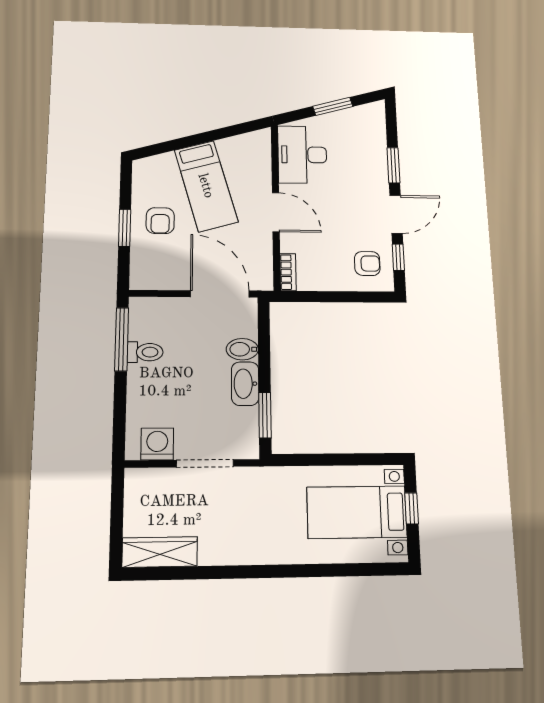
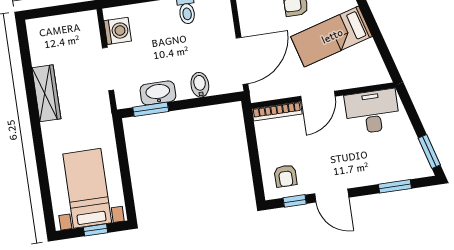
window: (333, 106) -> (429, 151), moved
window: (394, 165) -> (395, 186), moved
bookcase: (288, 272) -> (277, 111), width x1.56
washbasin: (245, 384) -> (158, 93), moved
wardrobe: (160, 552) -> (46, 93), moved

